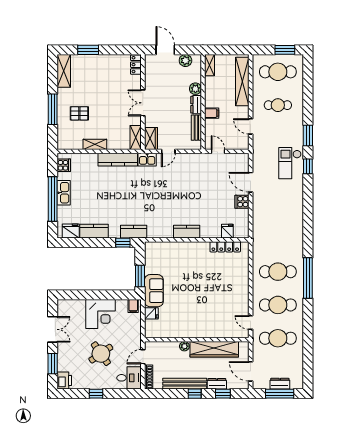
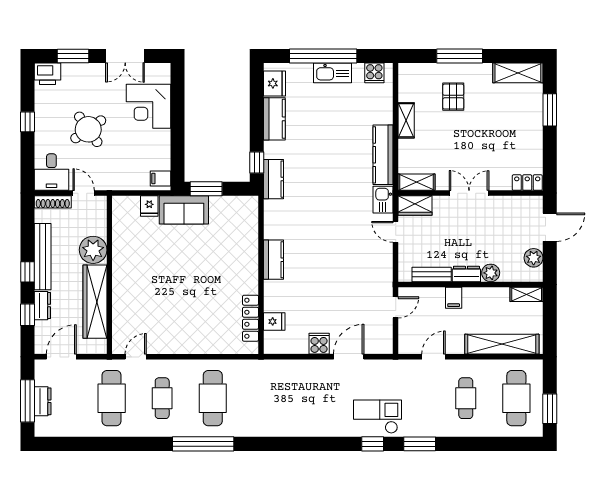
cafe table: (278, 305) -> (162, 398), width x0.73, depth x0.74
corner desk: (100, 314) -> (148, 106), moved
plant: (184, 346) -> (93, 250), width x1.87, depth x1.87

